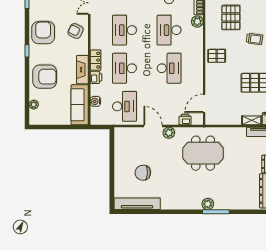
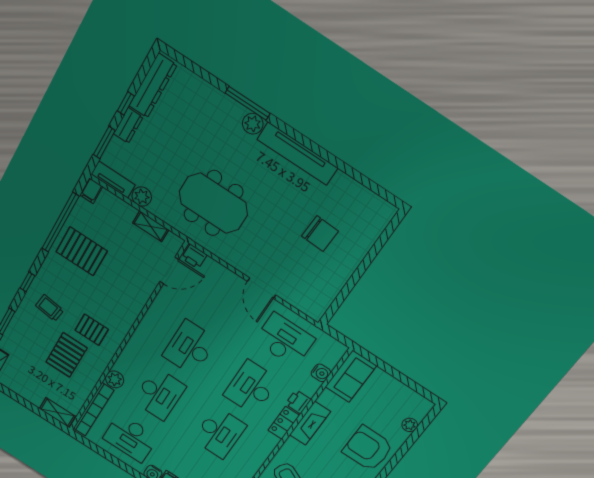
pallet: (217, 56) -> (92, 330), moved
desk: (124, 68) -> (251, 387), turned 180
sofa: (80, 105) -> (351, 376), width x0.73
desk: (124, 106) -> (285, 340), turned 90
printer: (185, 119) -> (194, 256), moved
shelving: (252, 120) -> (151, 226), moved
plant: (169, 133) -> (142, 197), moved
tv unit: (137, 204) -> (297, 154), moved

